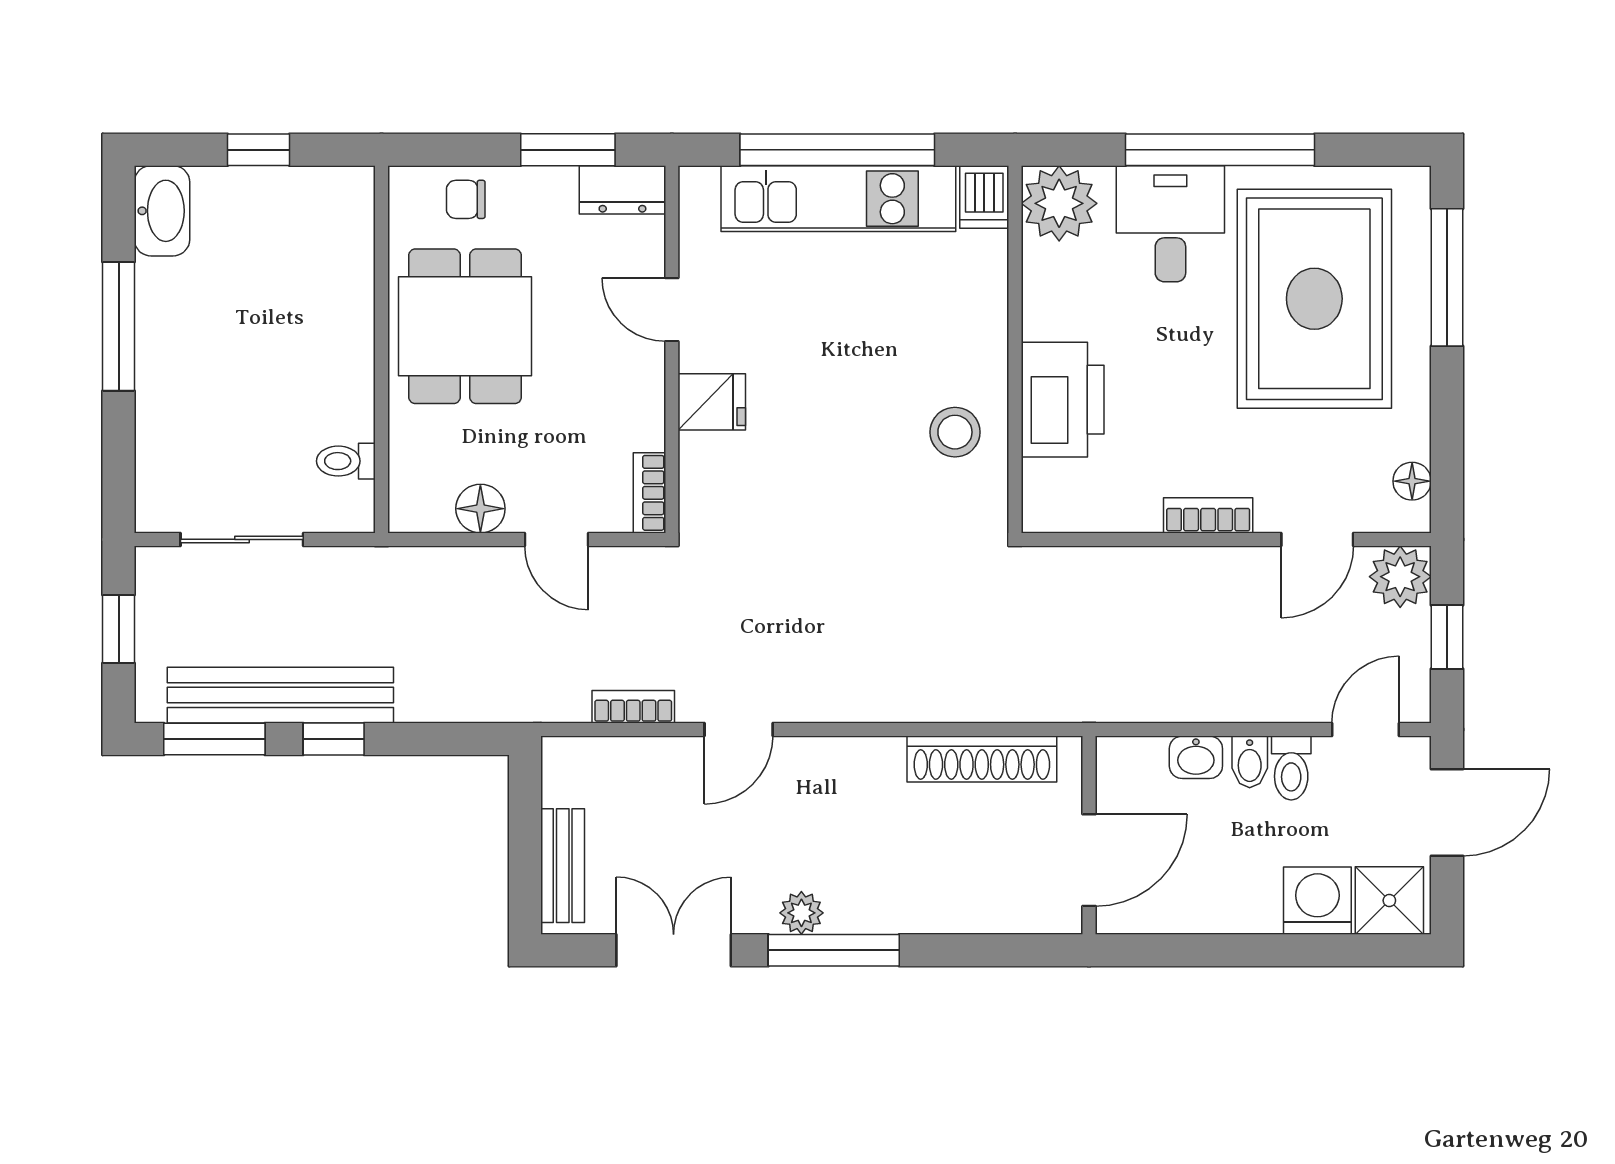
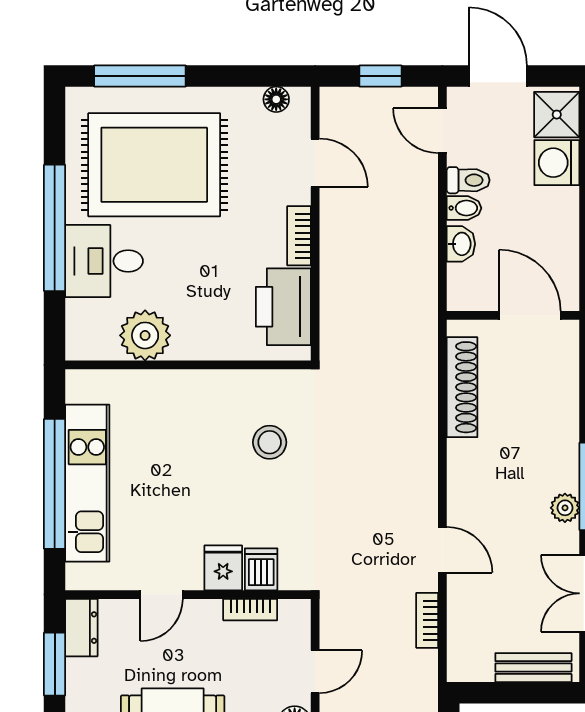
dishwasher: (984, 197) -> (261, 569), moved, turned -90
plant: (1059, 203) -> (145, 335), moved
printer: (1063, 400) -> (283, 307), moved, turned -90
stool: (955, 432) -> (270, 442), moved
bookcase: (649, 493) -> (250, 610), moved
plant: (1400, 577) -> (340, 107), removed

